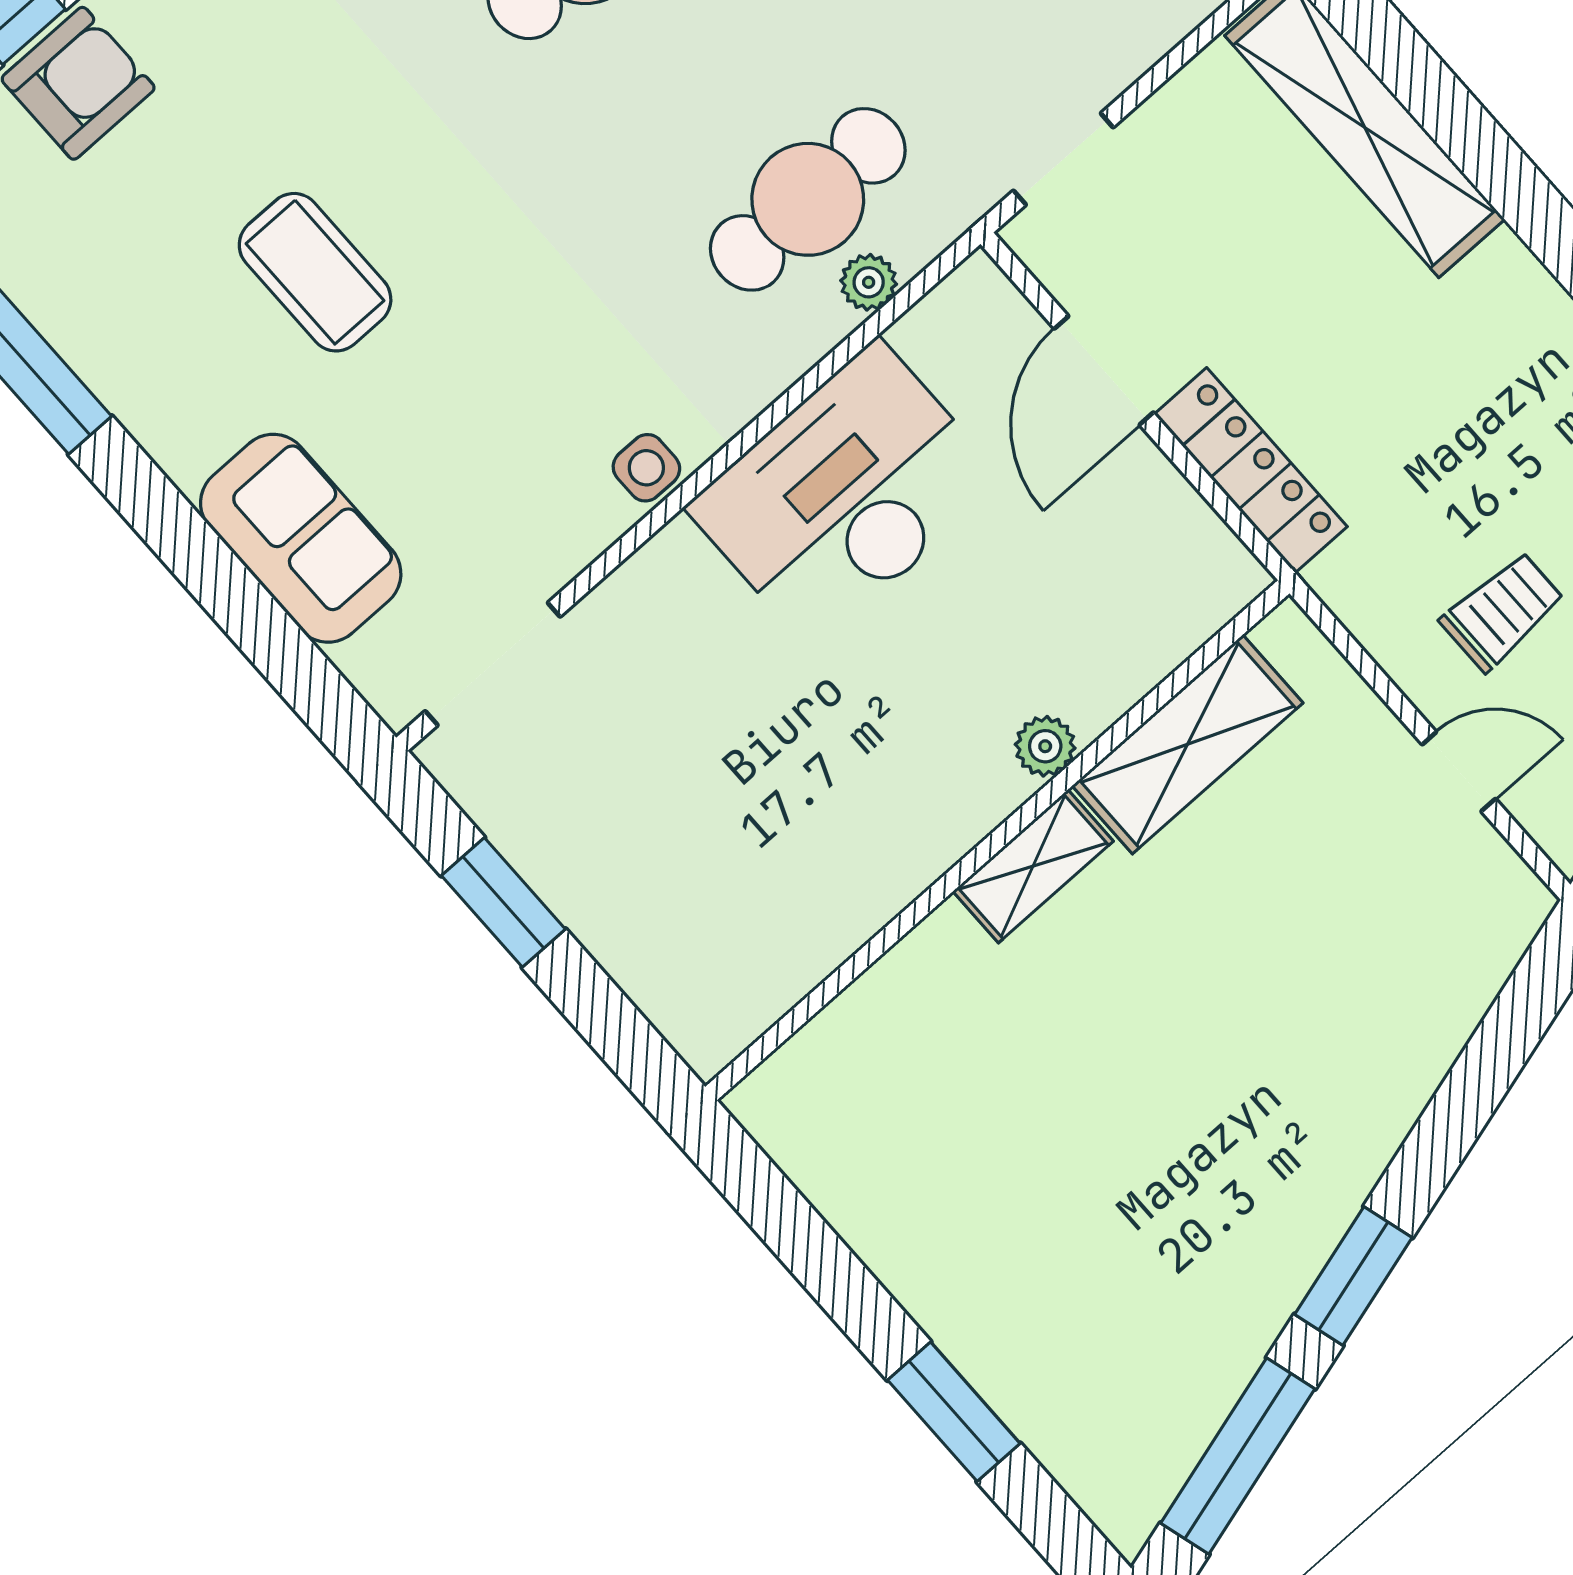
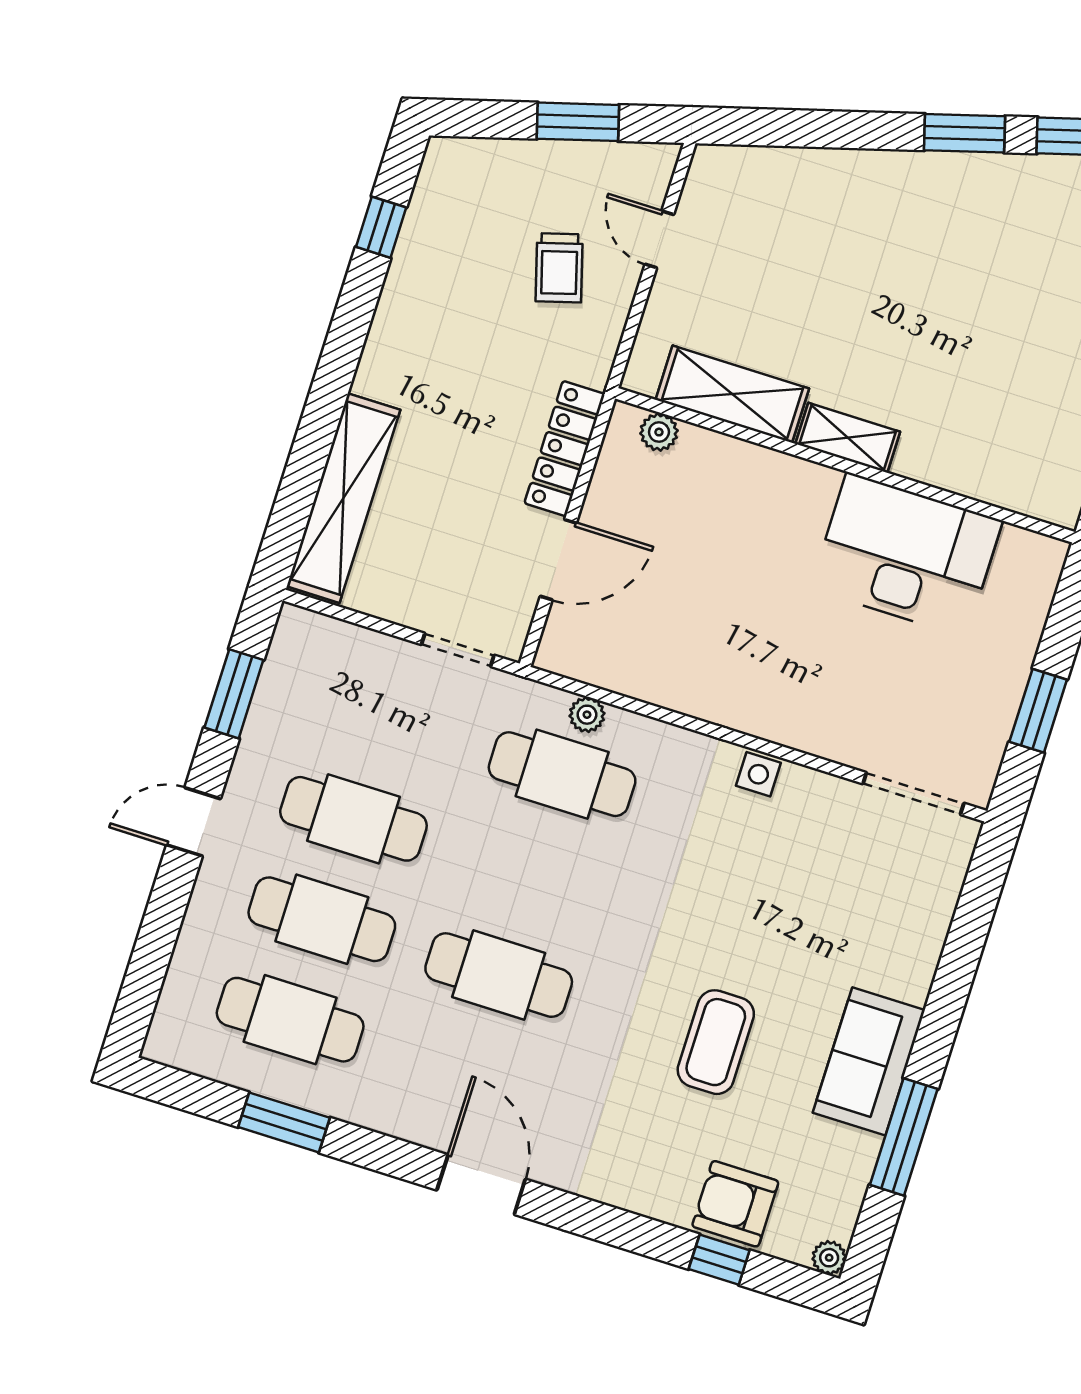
coffee table: (315, 272) -> (716, 1042), moved
desk: (845, 494) -> (906, 555), moved, turned 180
sofa: (301, 538) -> (869, 1061), moved
trolley: (1502, 611) -> (559, 268), turned -106
plant: (1045, 746) -> (659, 432), moved

